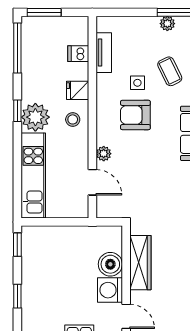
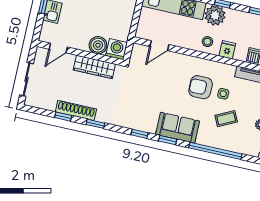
armchair: (135, 115) -> (201, 87), turned -90
plant: (104, 154) -> (178, 58), removed
washing machine: (110, 290) -> (117, 49), moved

